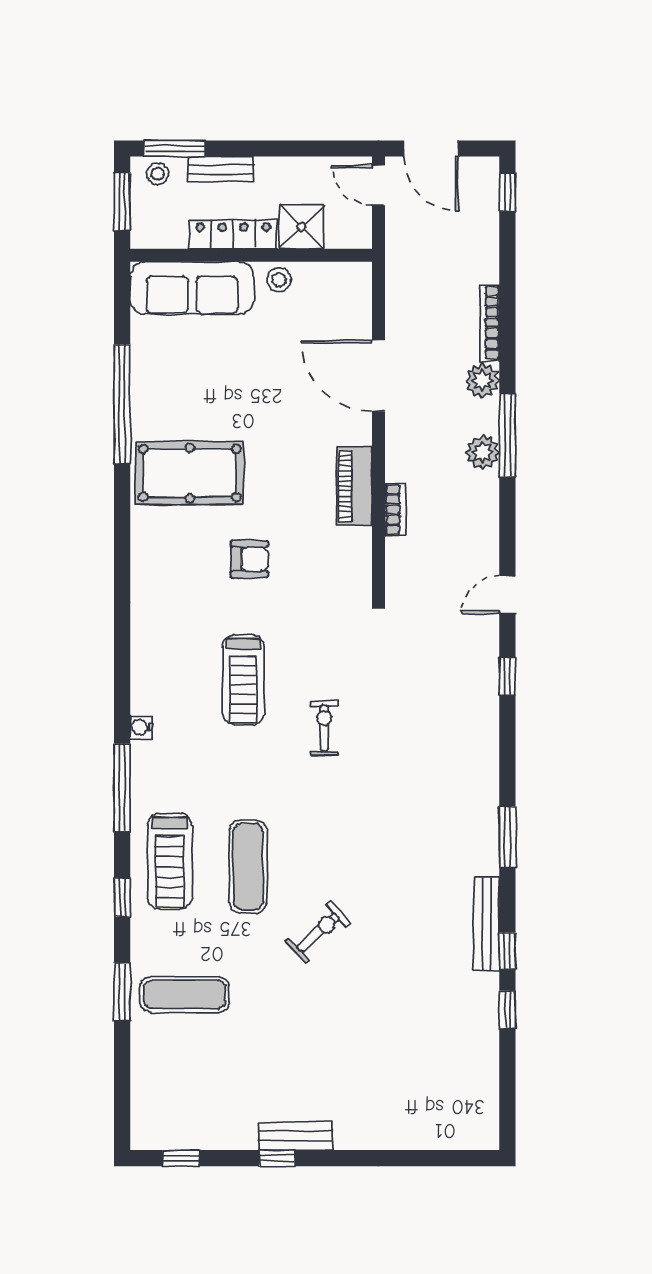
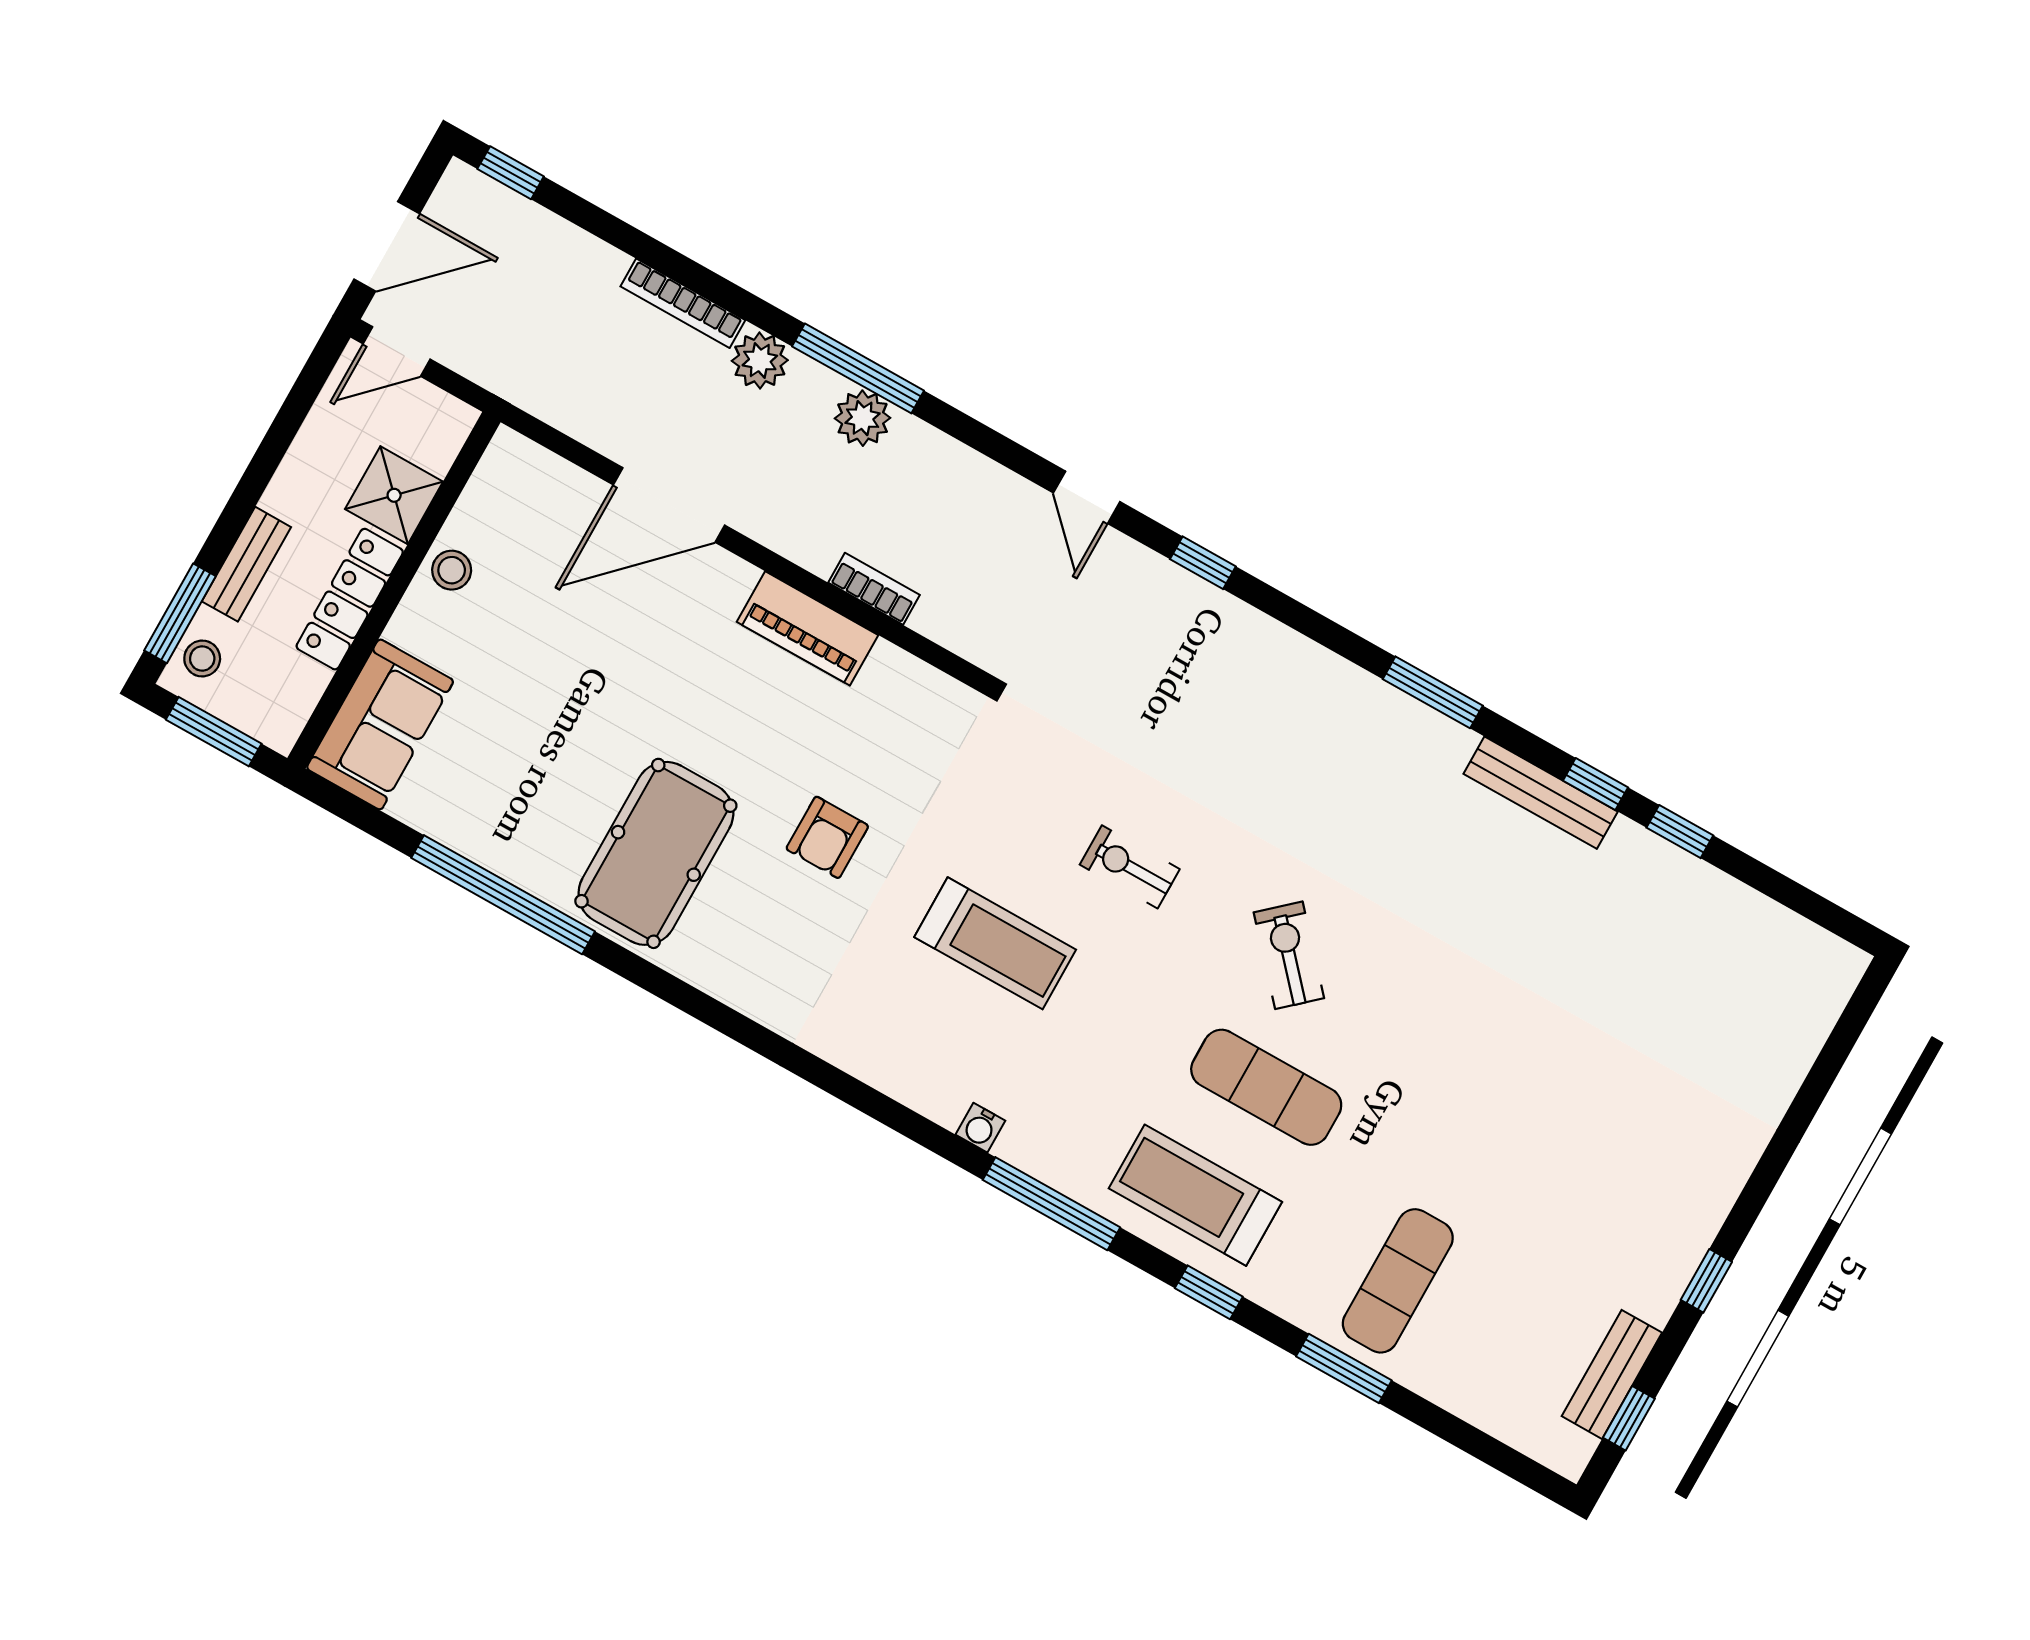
sofa: (192, 288) -> (380, 724), width x0.73
armchair: (249, 559) -> (827, 837), turned 180
treadmill: (170, 861) -> (1195, 1195), turned 180
exercise bike: (318, 932) -> (1289, 955), moved
bench: (296, 1136) -> (1612, 1374), moved

